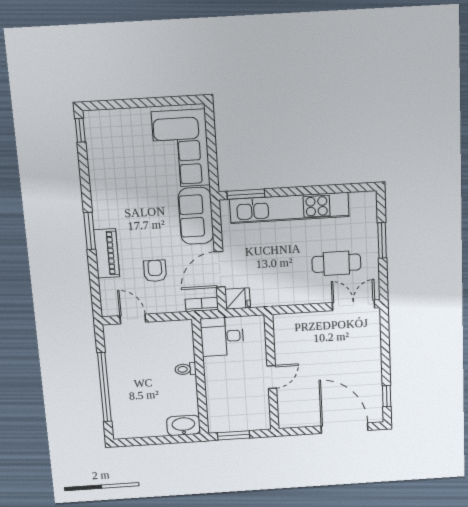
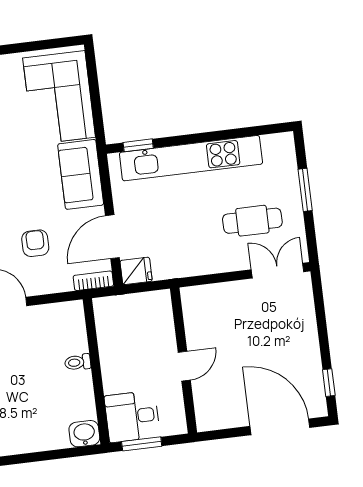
window: (246, 194) -> (138, 145), width x0.67
desk: (222, 336) -> (132, 416), moved
washbasin: (183, 425) -> (84, 434), width x0.72

